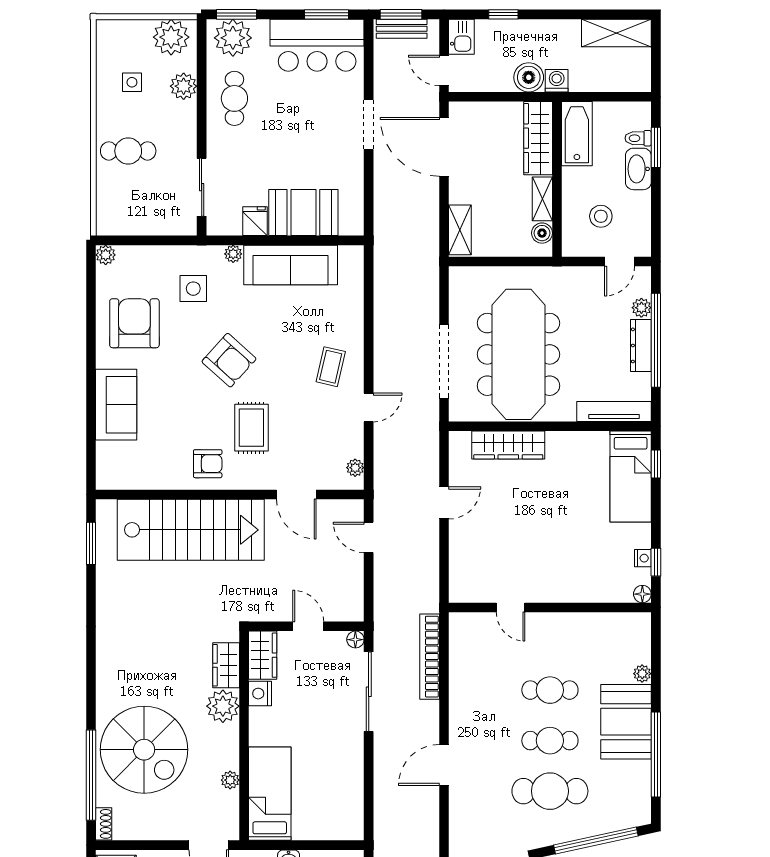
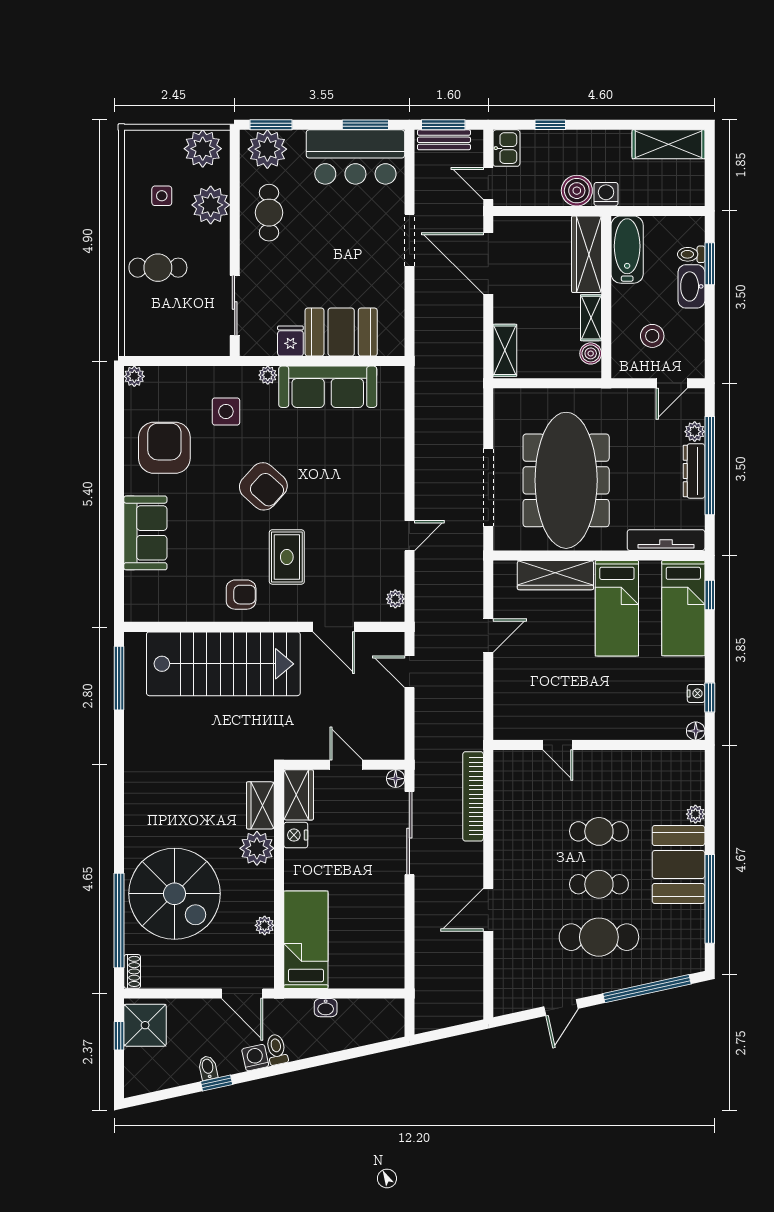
plant: (184, 86) -> (211, 205), width x1.36, depth x1.36
coffee table: (331, 367) -> (370, 493), removed
bed: (567, 477) -> (617, 608), added
window: (91, 543) -> (119, 678), width x1.44

